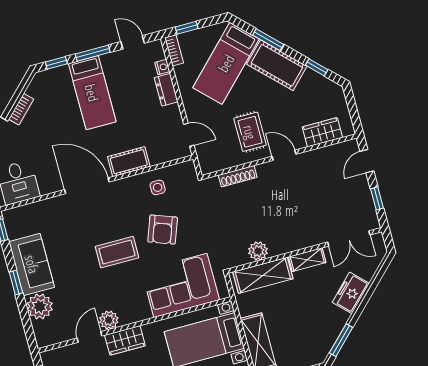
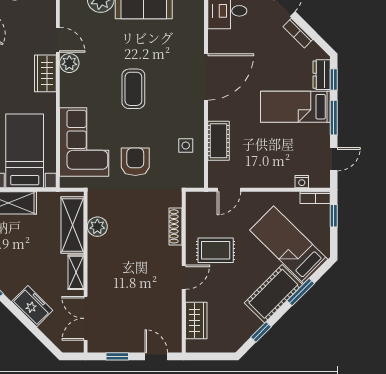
dresser: (166, 90) -> (322, 75), moved, turned -90
cot: (129, 162) -> (218, 141), moved
armchair: (163, 230) -> (135, 162), moved, turned 70

